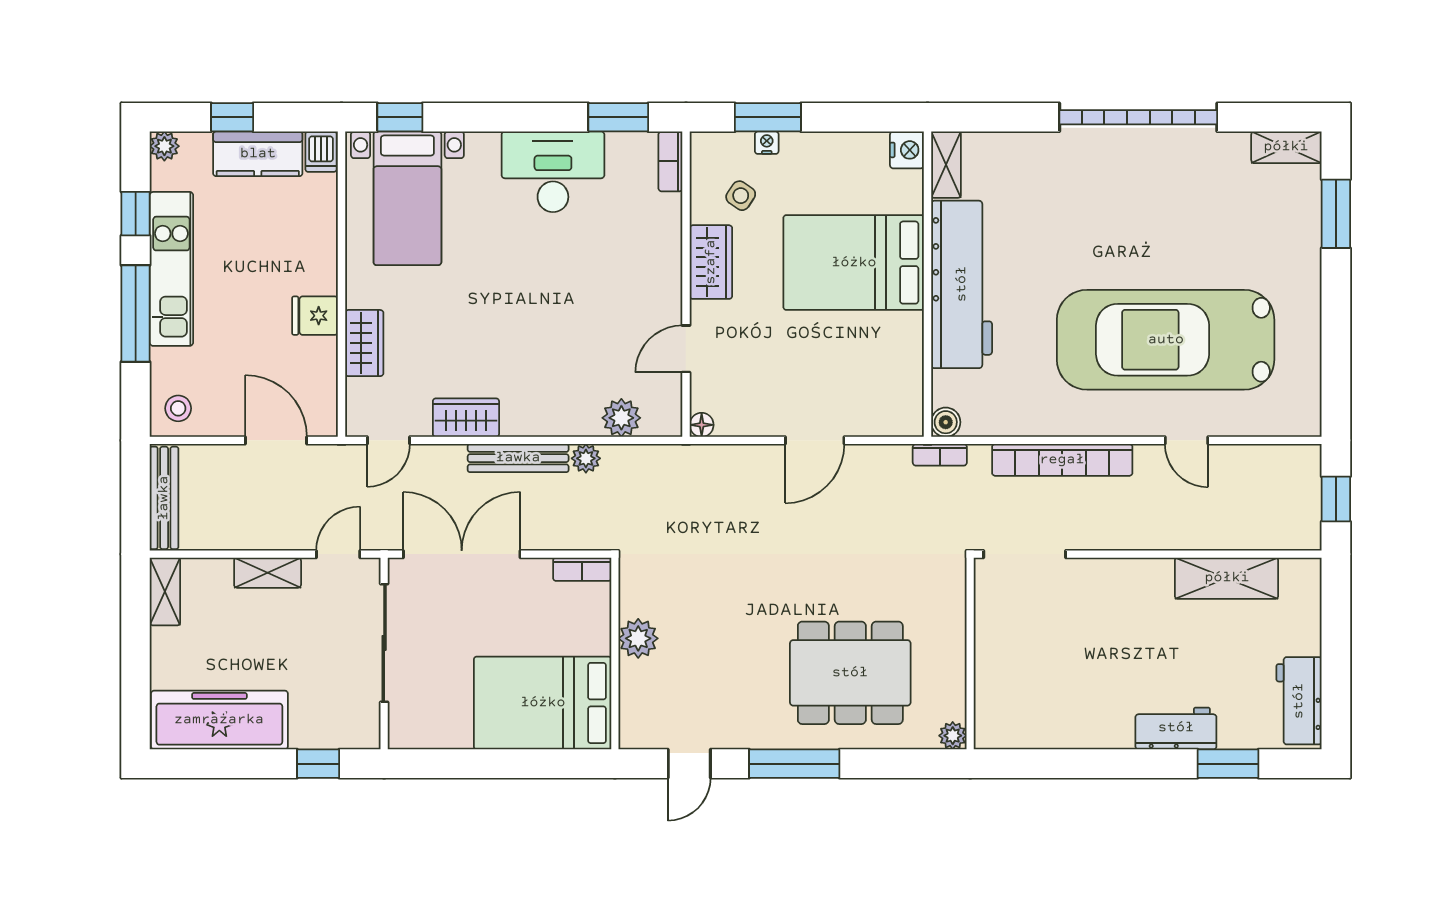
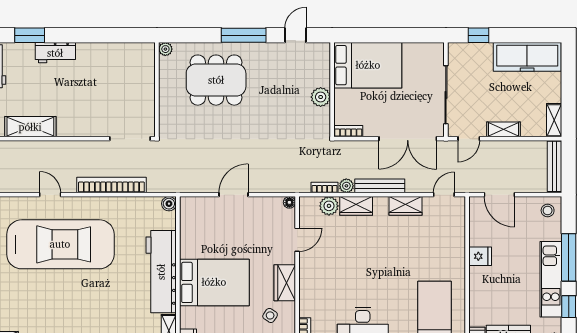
wardrobe: (364, 343) -> (356, 206), moved, turned -90
bookcase: (940, 455) -> (325, 188), moved

